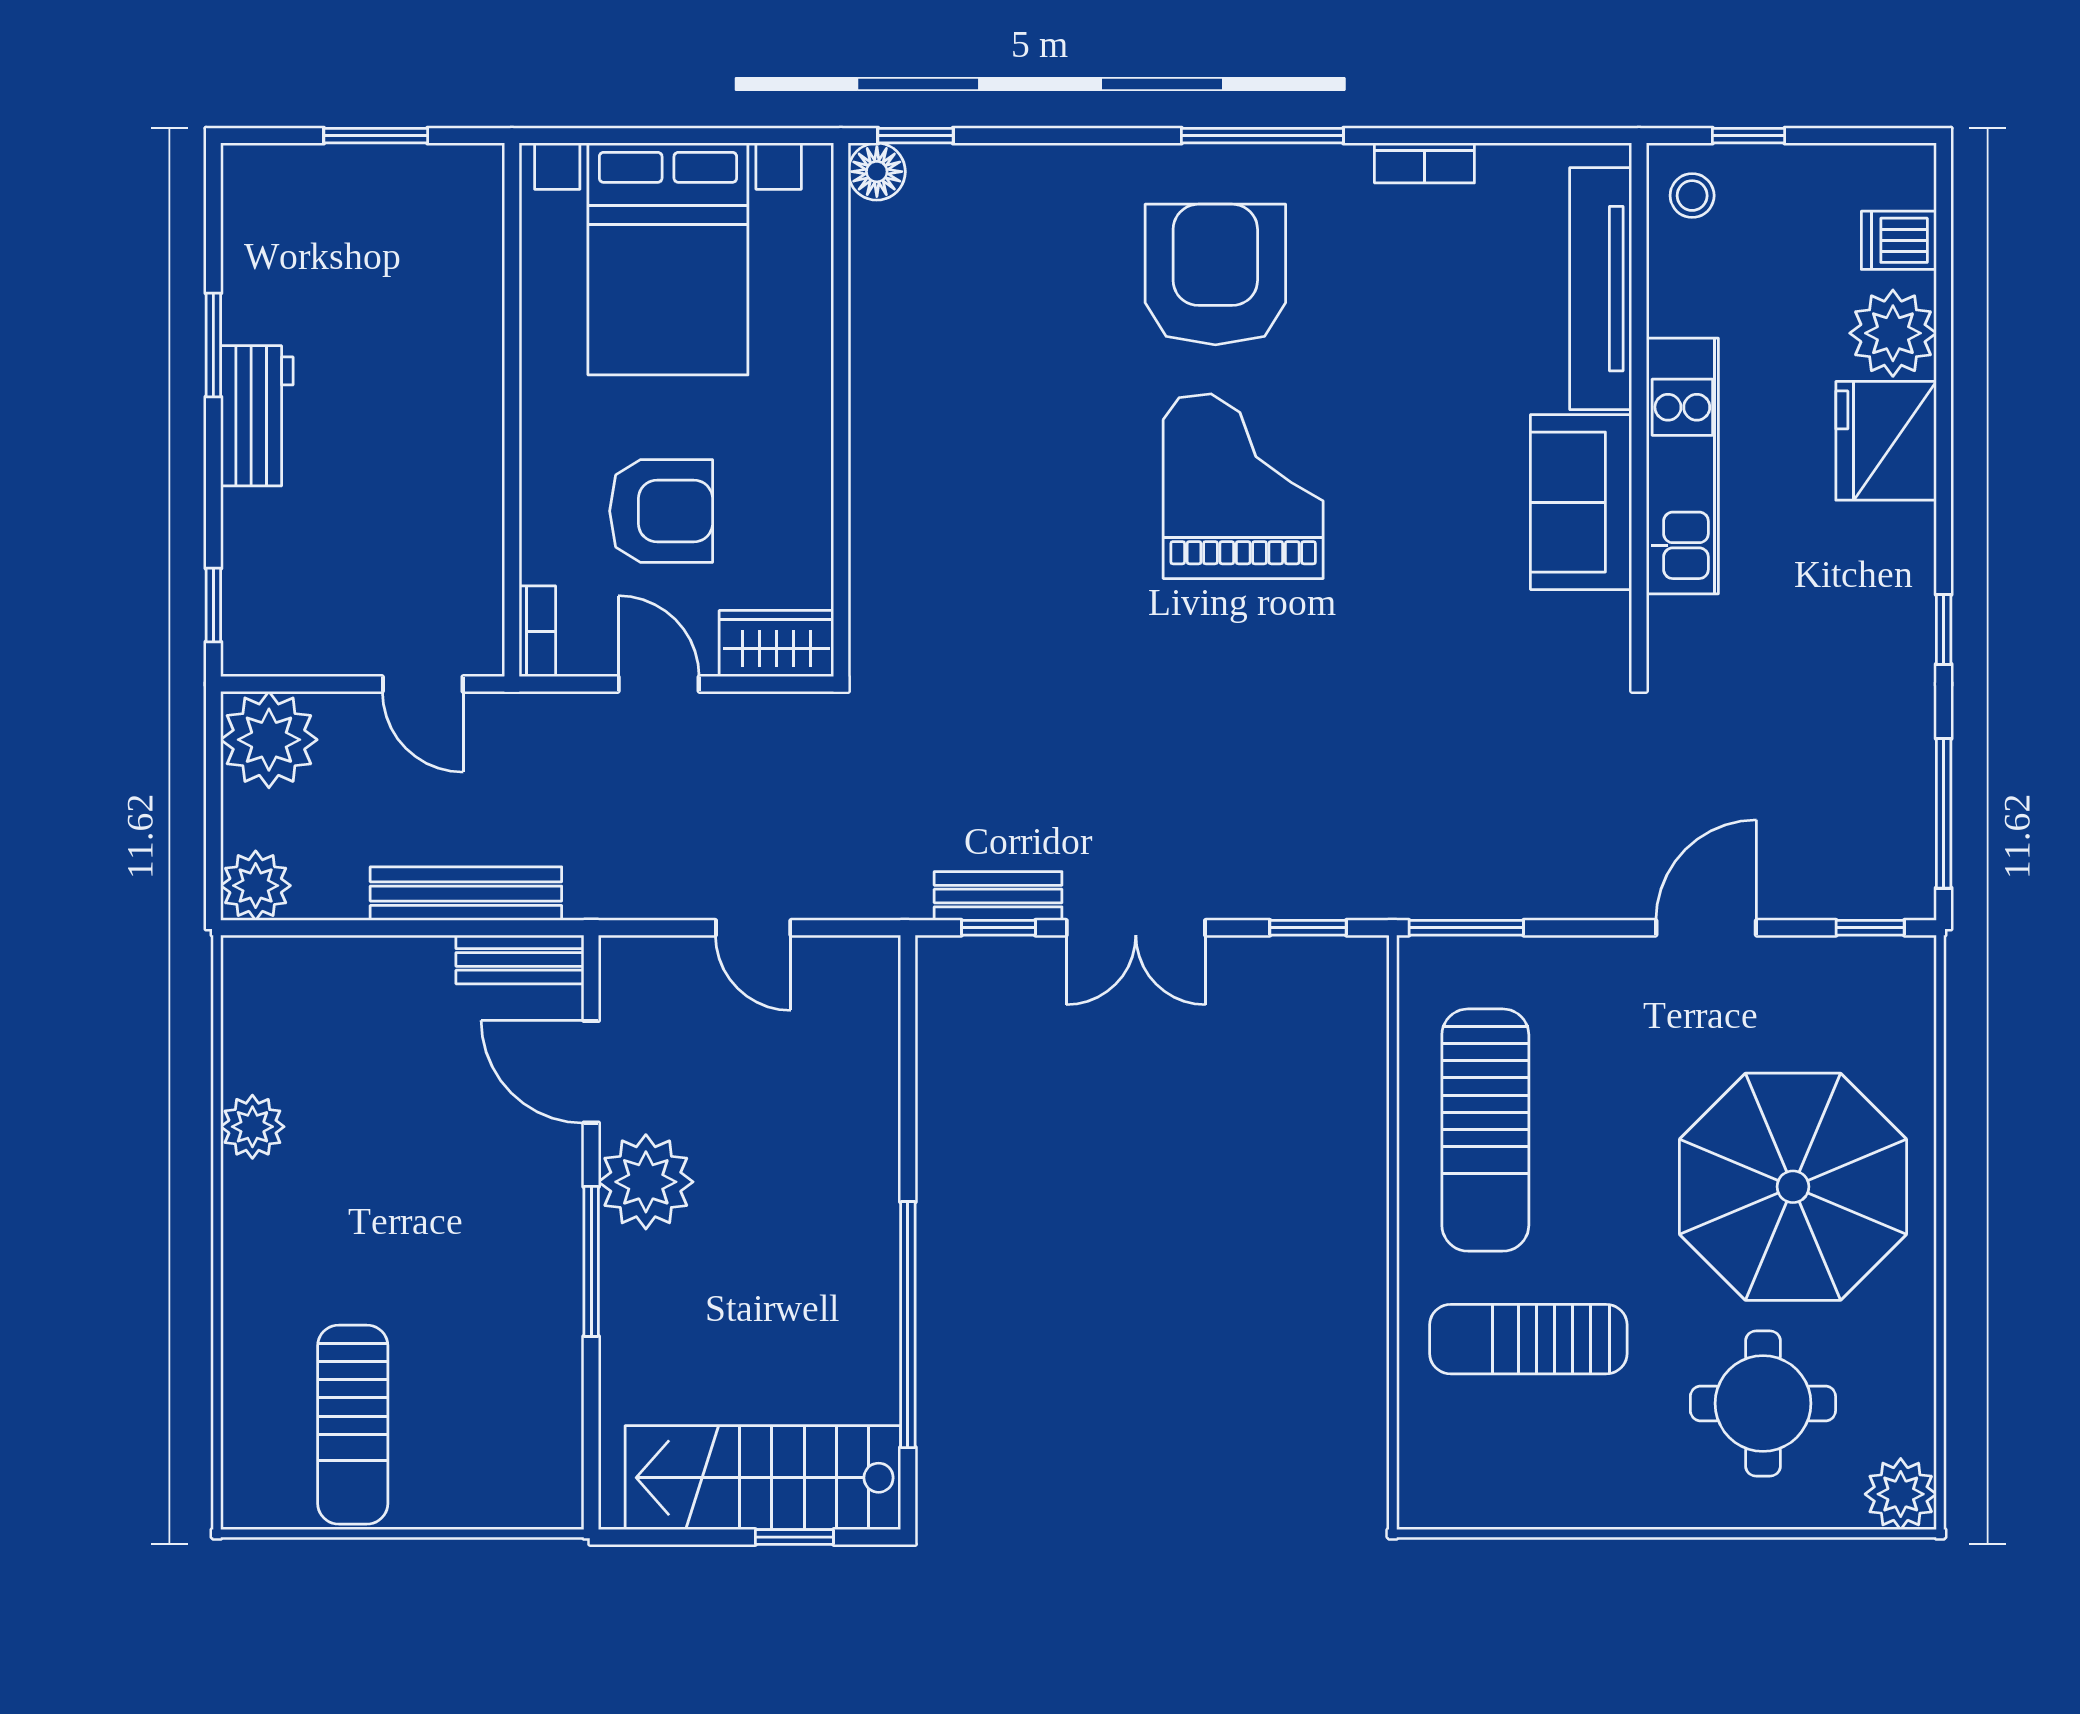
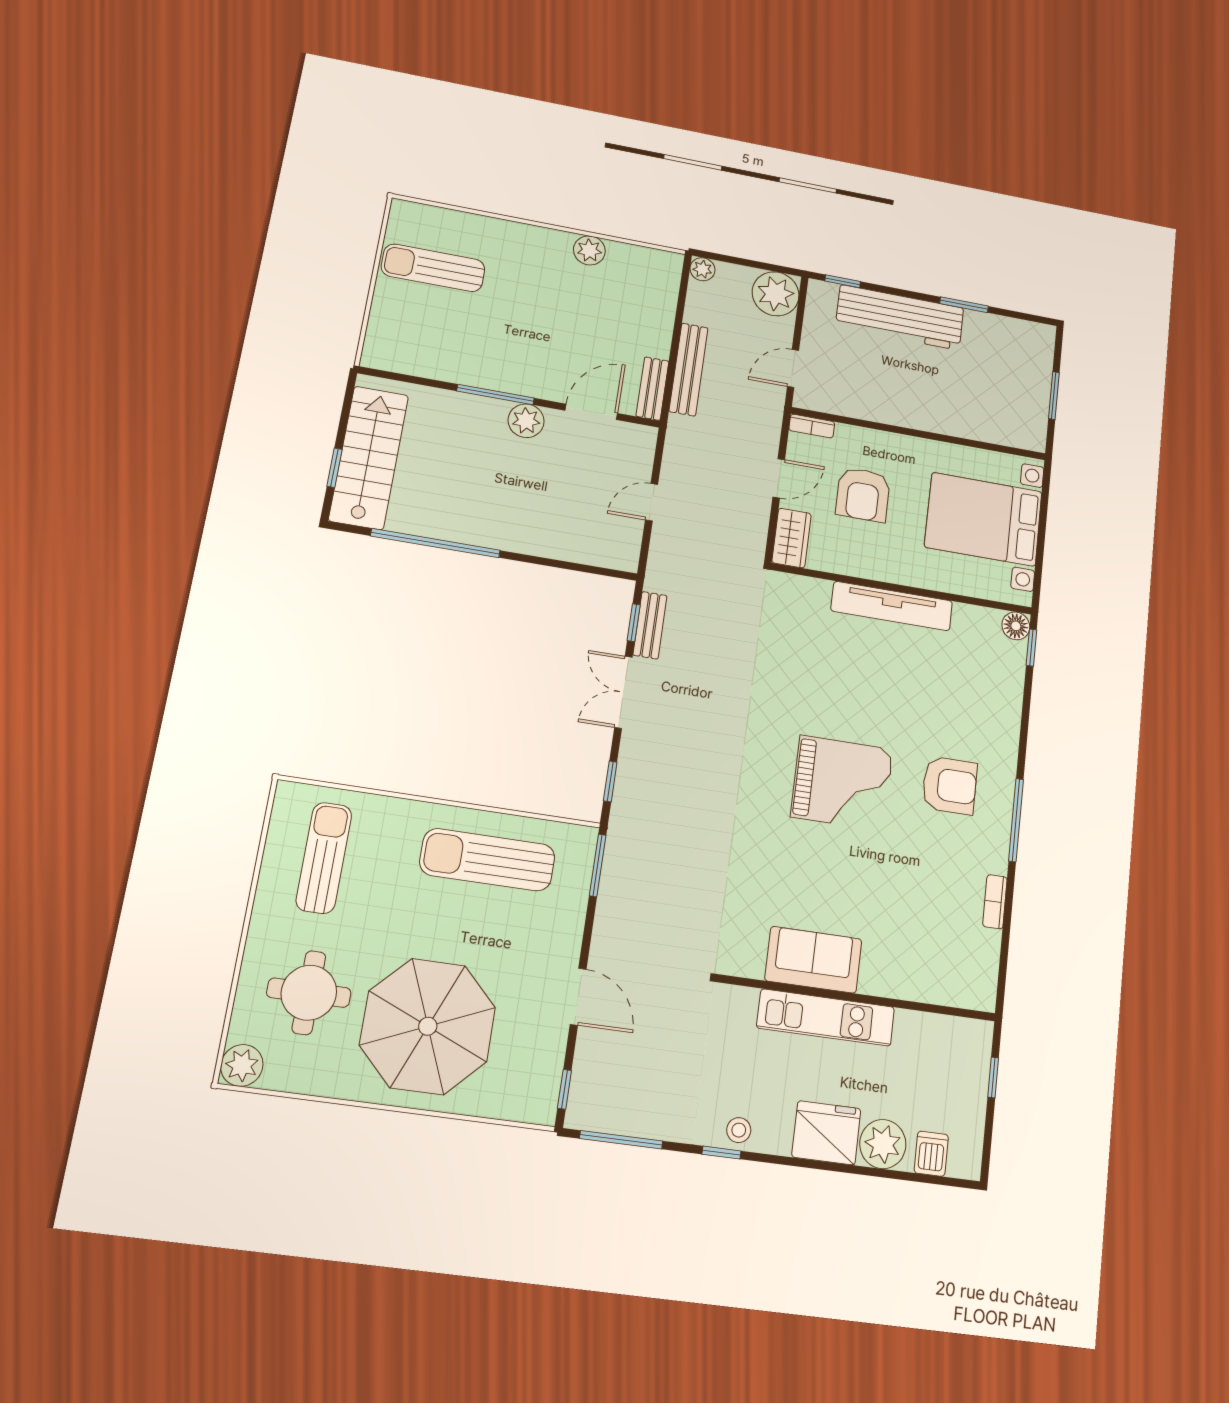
stool: (1692, 196) -> (739, 1130), moved
armchair: (1215, 275) -> (950, 785), width x0.73, depth x0.73
tv unit: (1601, 289) -> (892, 606), moved, turned 180
workbench: (257, 416) -> (900, 317), width x1.88, depth x1.32
plant: (256, 886) -> (702, 269), width x0.73, depth x0.73
plant: (646, 1182) -> (526, 421), width x0.73, depth x0.73
sun lounger: (1528, 1339) -> (324, 858), moved

